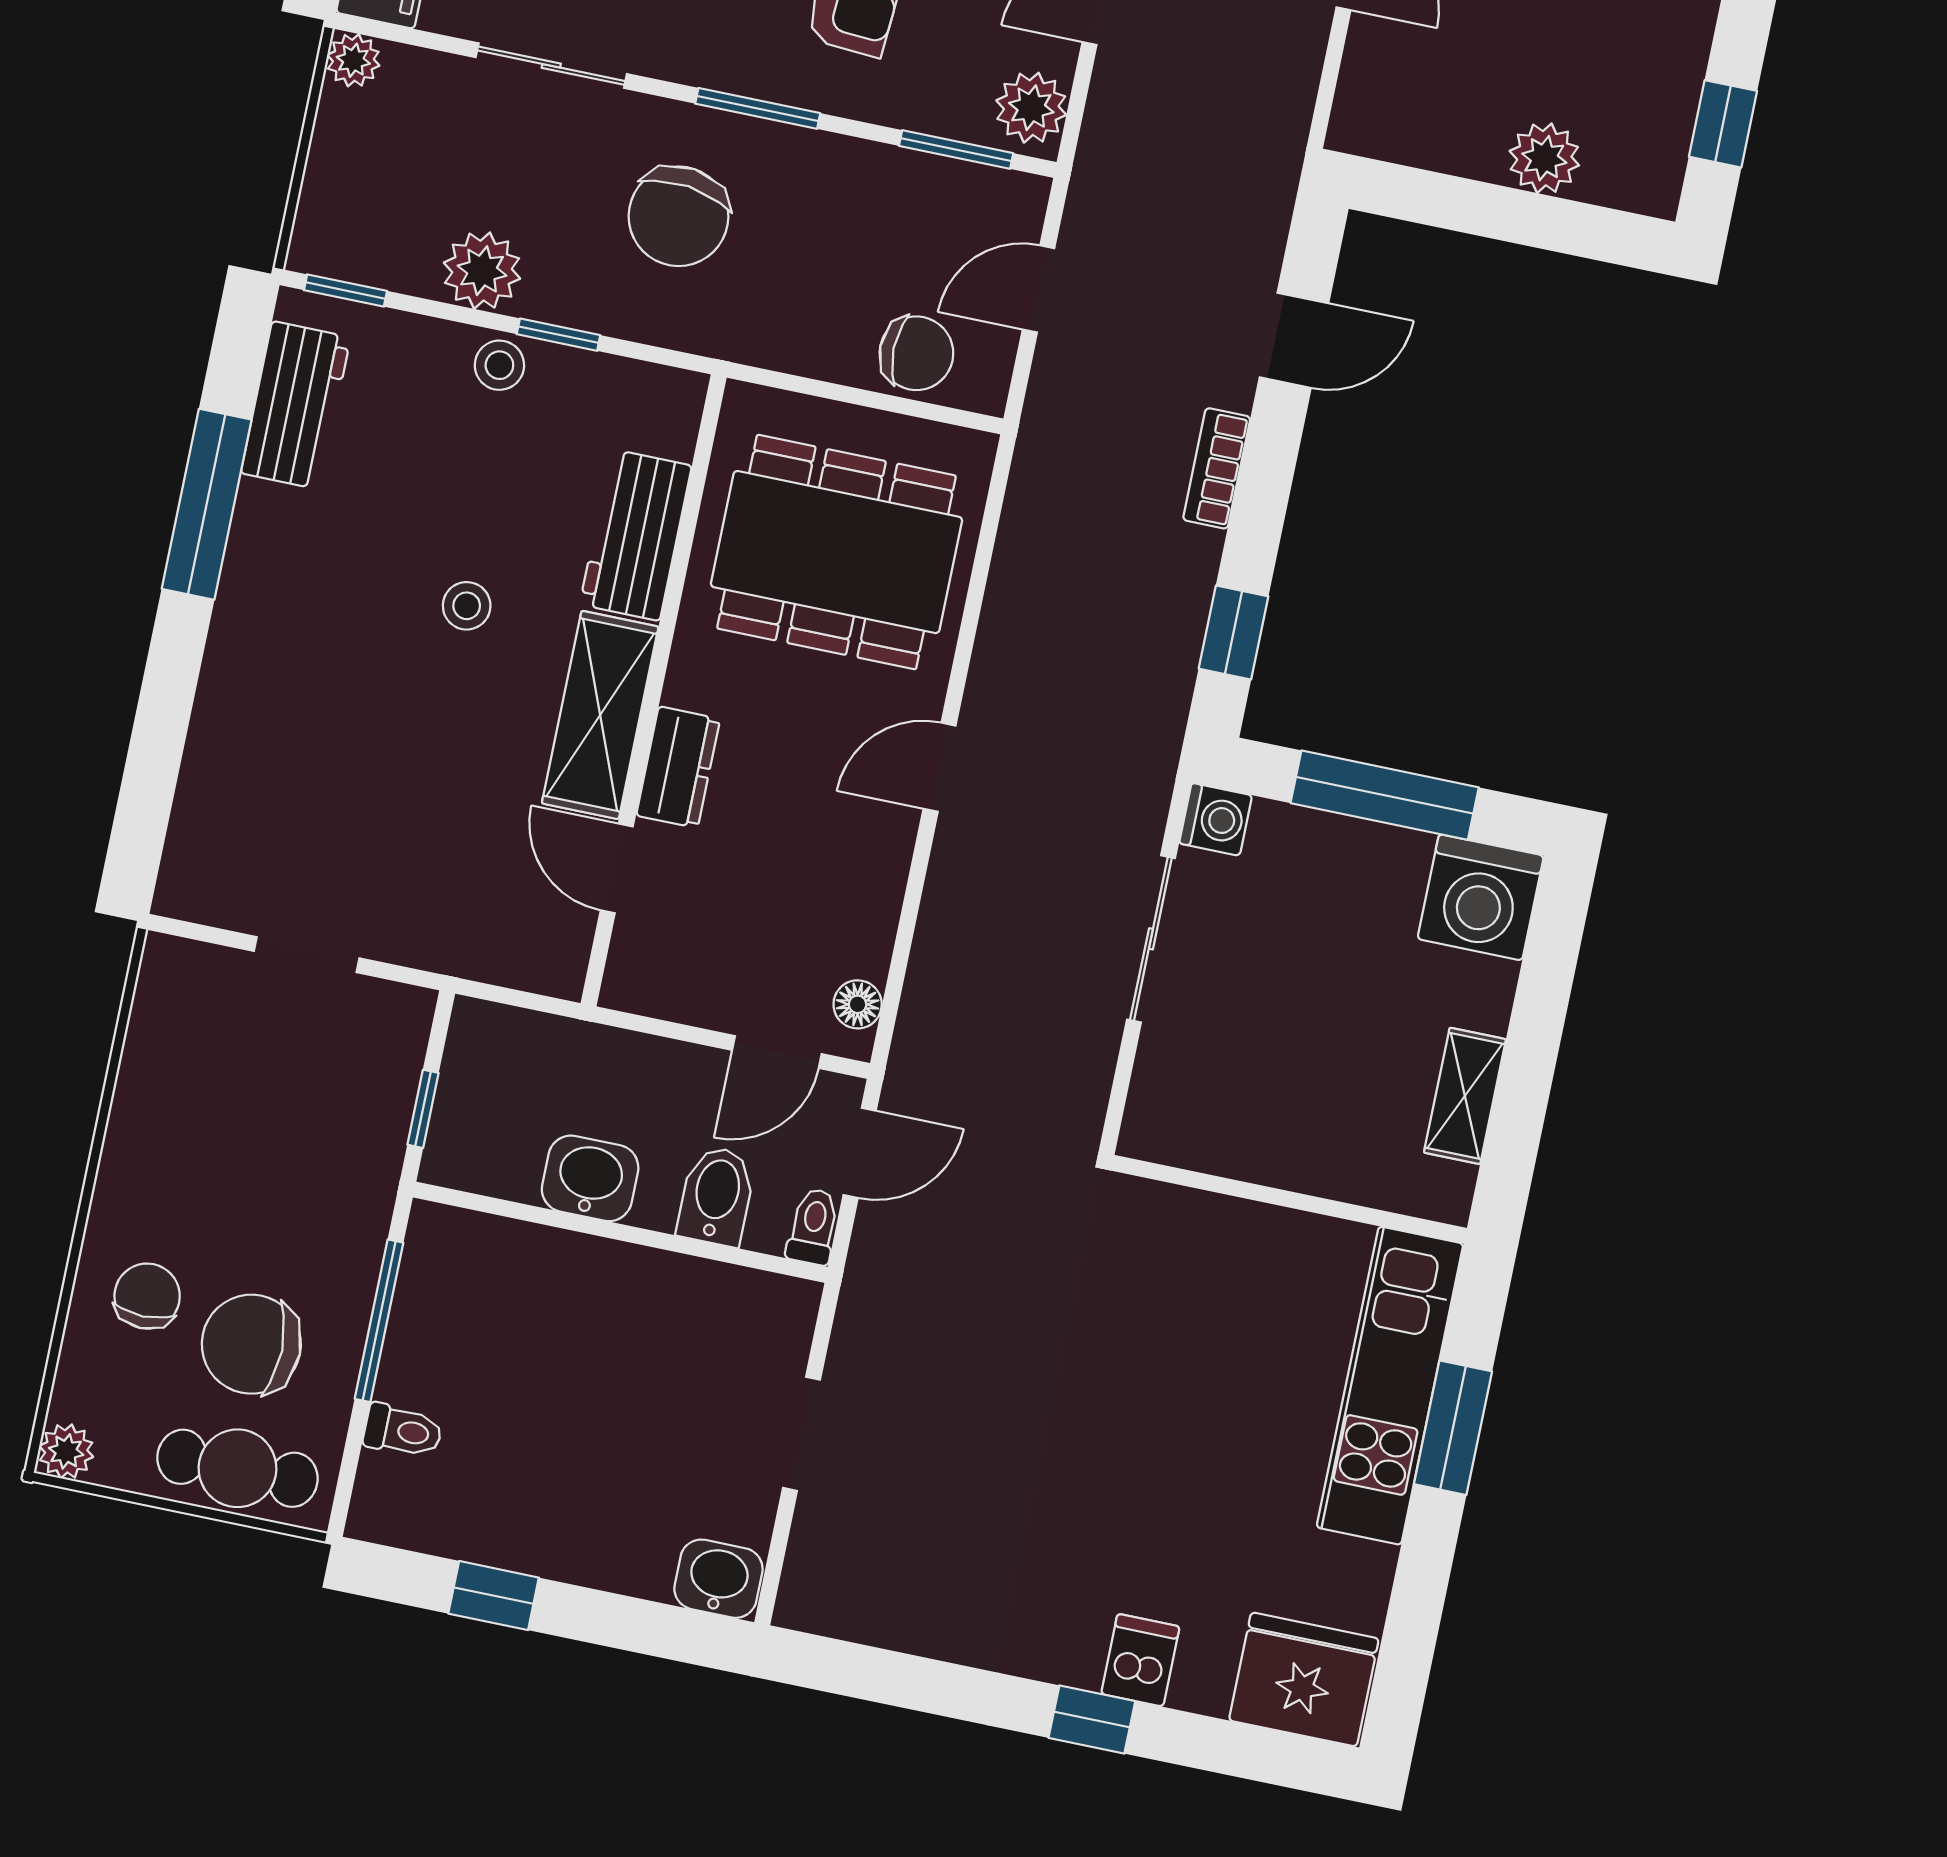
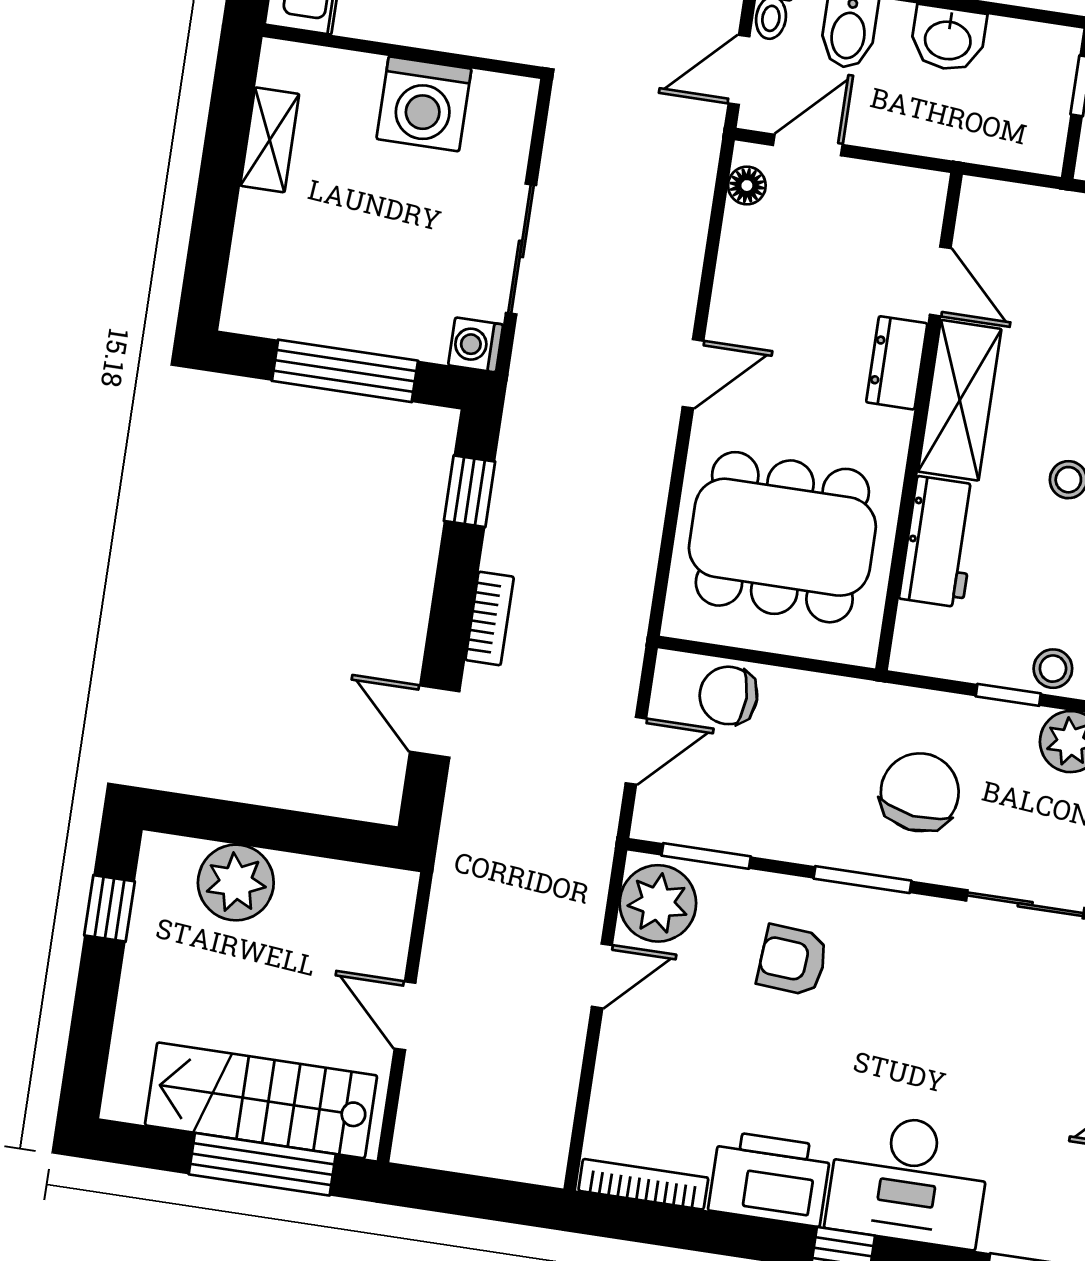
plant: (1031, 108) -> (658, 903), width x1.36, depth x1.36
plant: (1544, 158) -> (236, 883), width x1.36, depth x1.36
door: (1294, 340) -> (435, 721), hinge flipped
washing machine: (1481, 897) -> (424, 104), moved, turned 180

